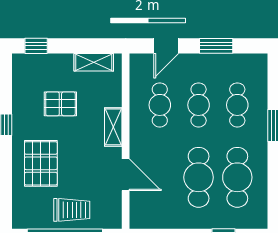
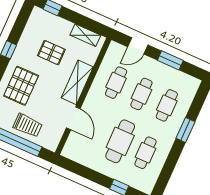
shelving: (113, 127) -> (77, 82), width x1.50, depth x1.33
cafe table: (237, 177) -> (146, 153), width x0.73, depth x0.74

